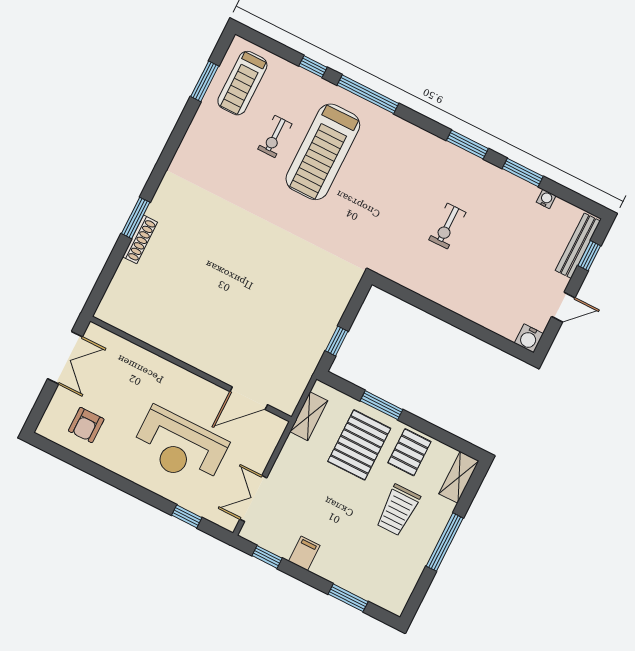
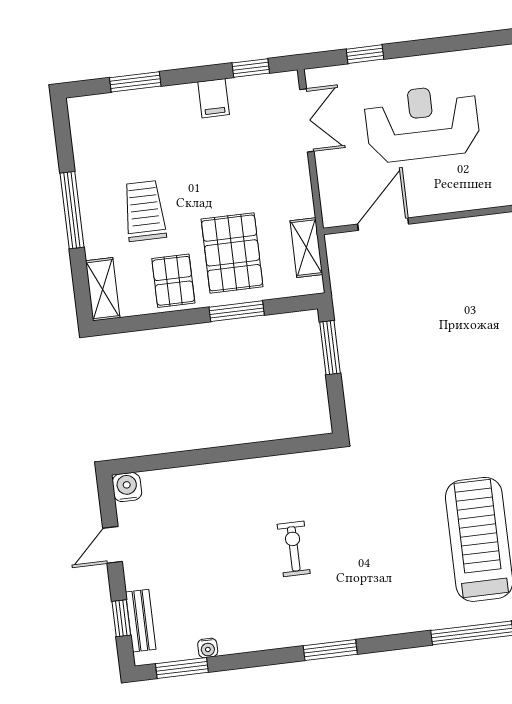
window: (523, 172) -> (182, 668), moved
bench: (578, 246) -> (141, 621), width x0.73
window: (337, 341) -> (330, 348), width x1.50

